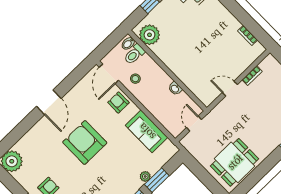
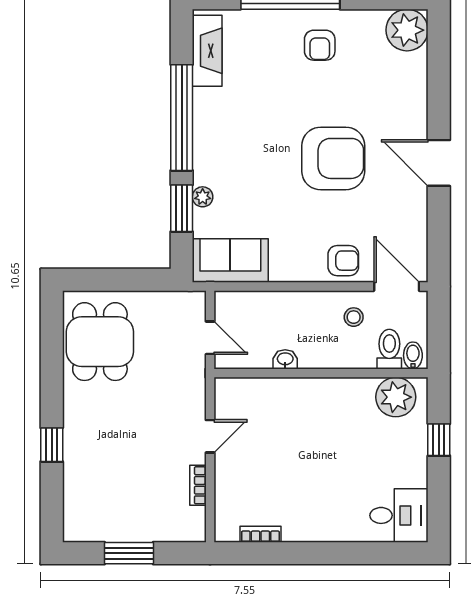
sofa: (147, 131) -> (230, 261), moved

